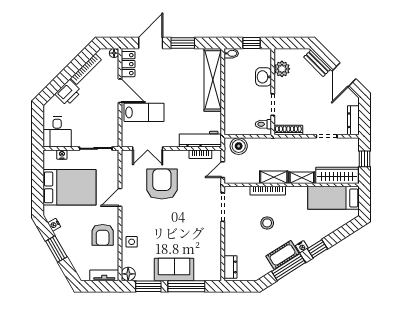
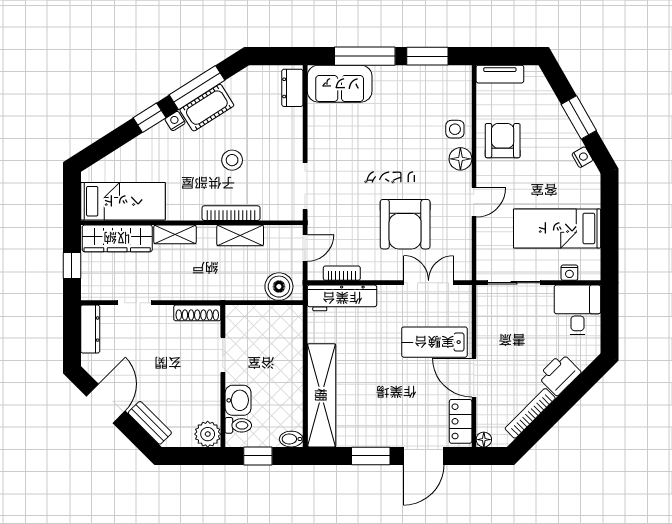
plant: (282, 69) -> (208, 434), moved
toilet: (263, 124) -> (238, 425), moved
shelving: (274, 177) -> (240, 235), moved
bed: (70, 187) -> (557, 228), width x0.67
sofa: (174, 269) -> (340, 84), moved
floor lamp: (128, 274) -> (460, 159), moved

